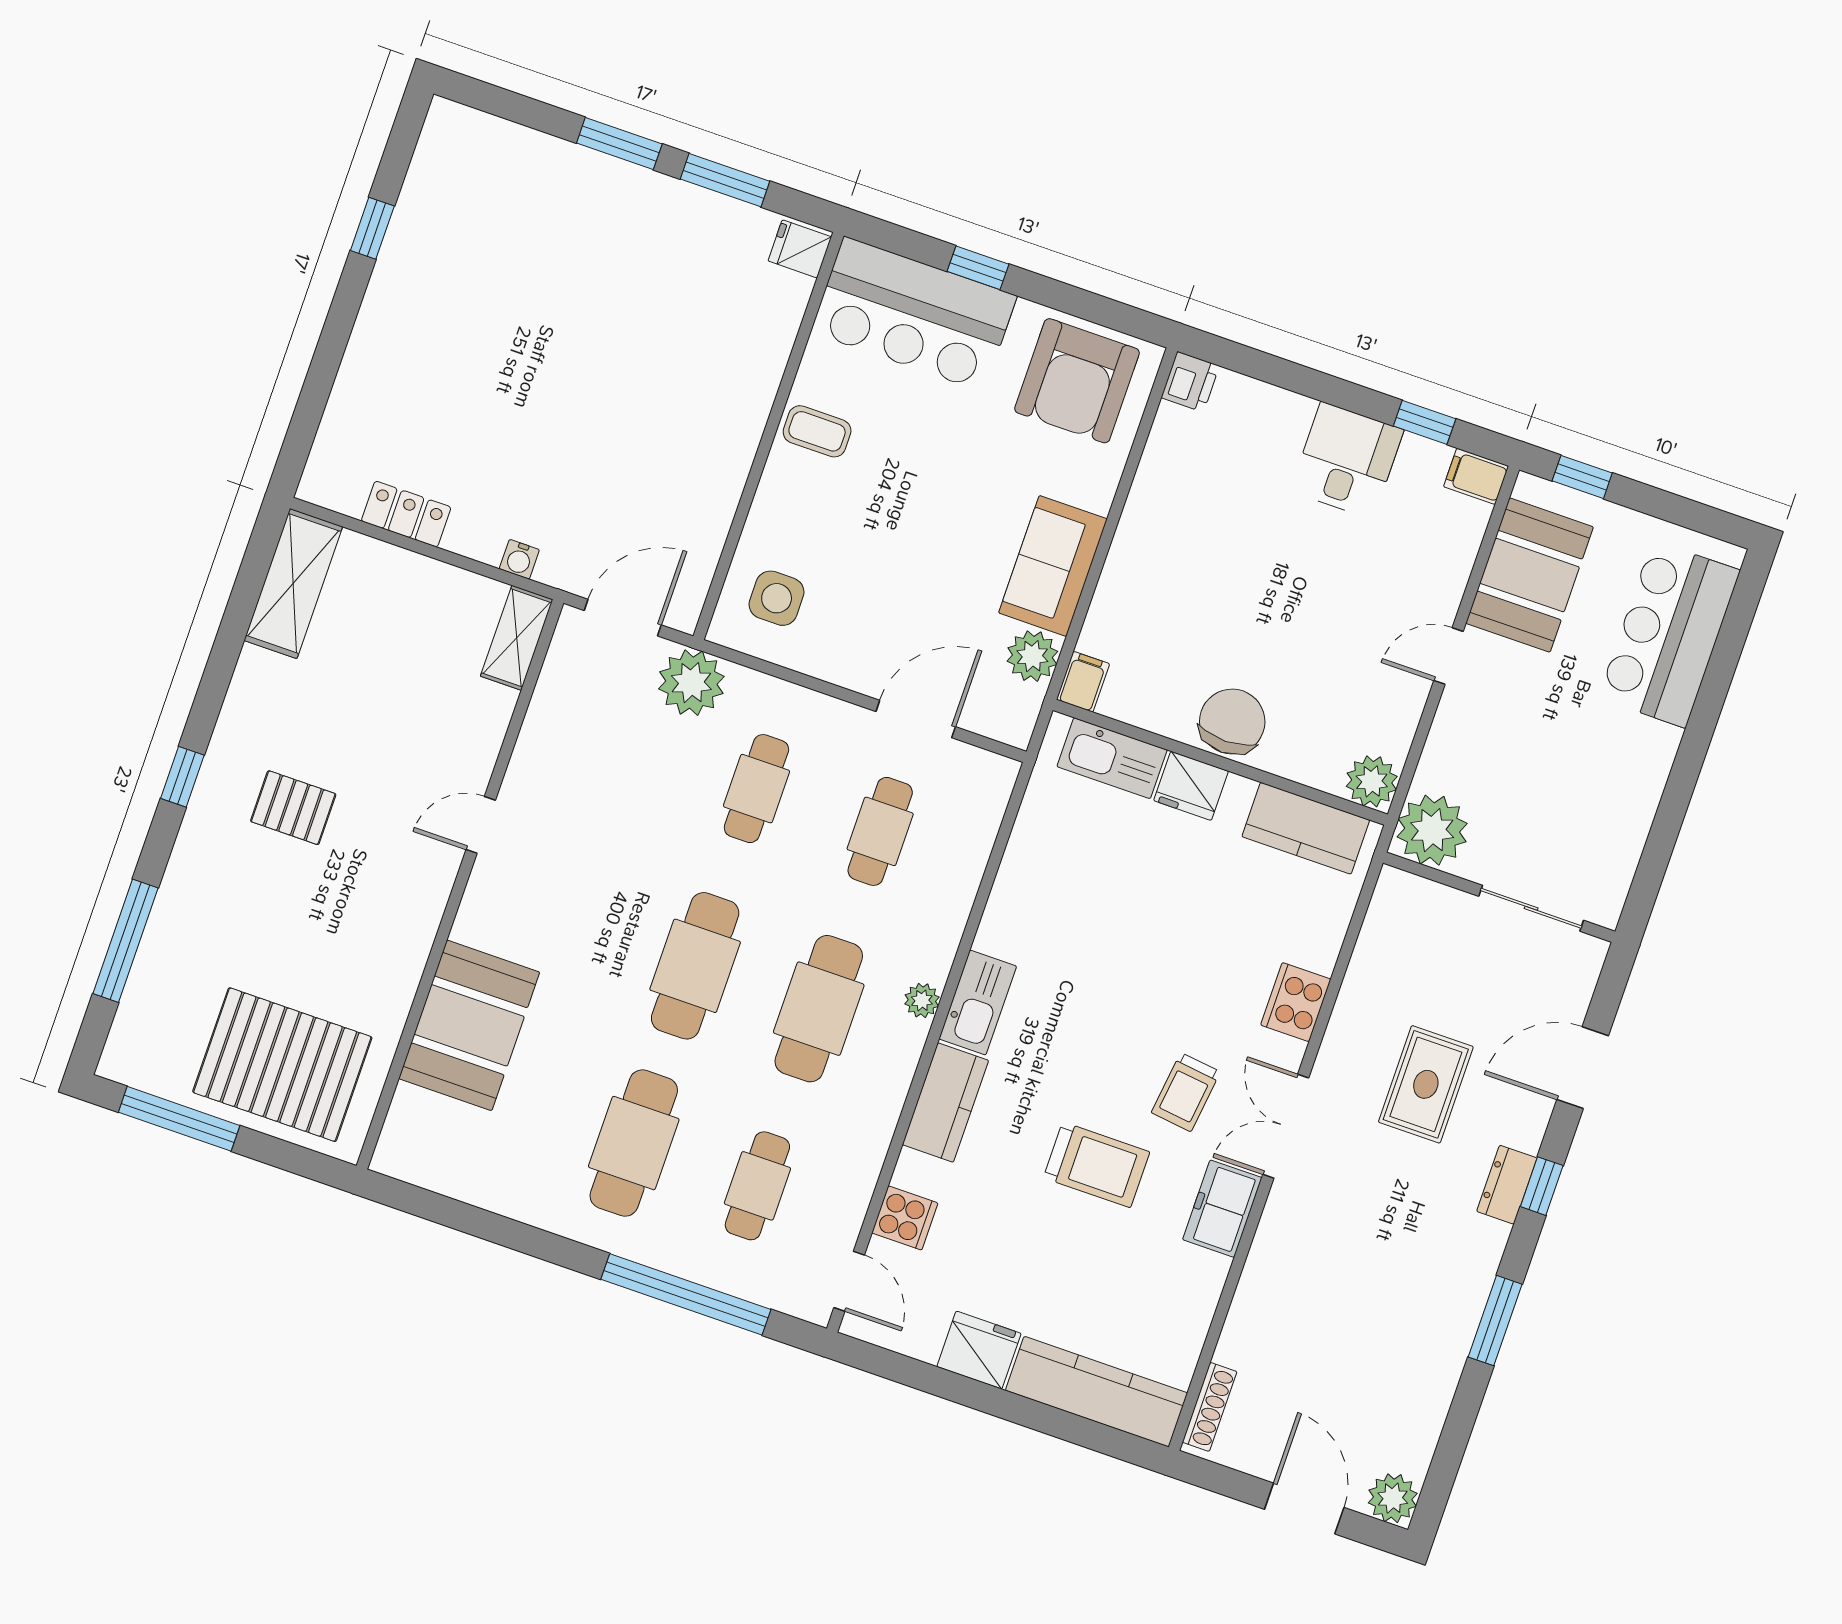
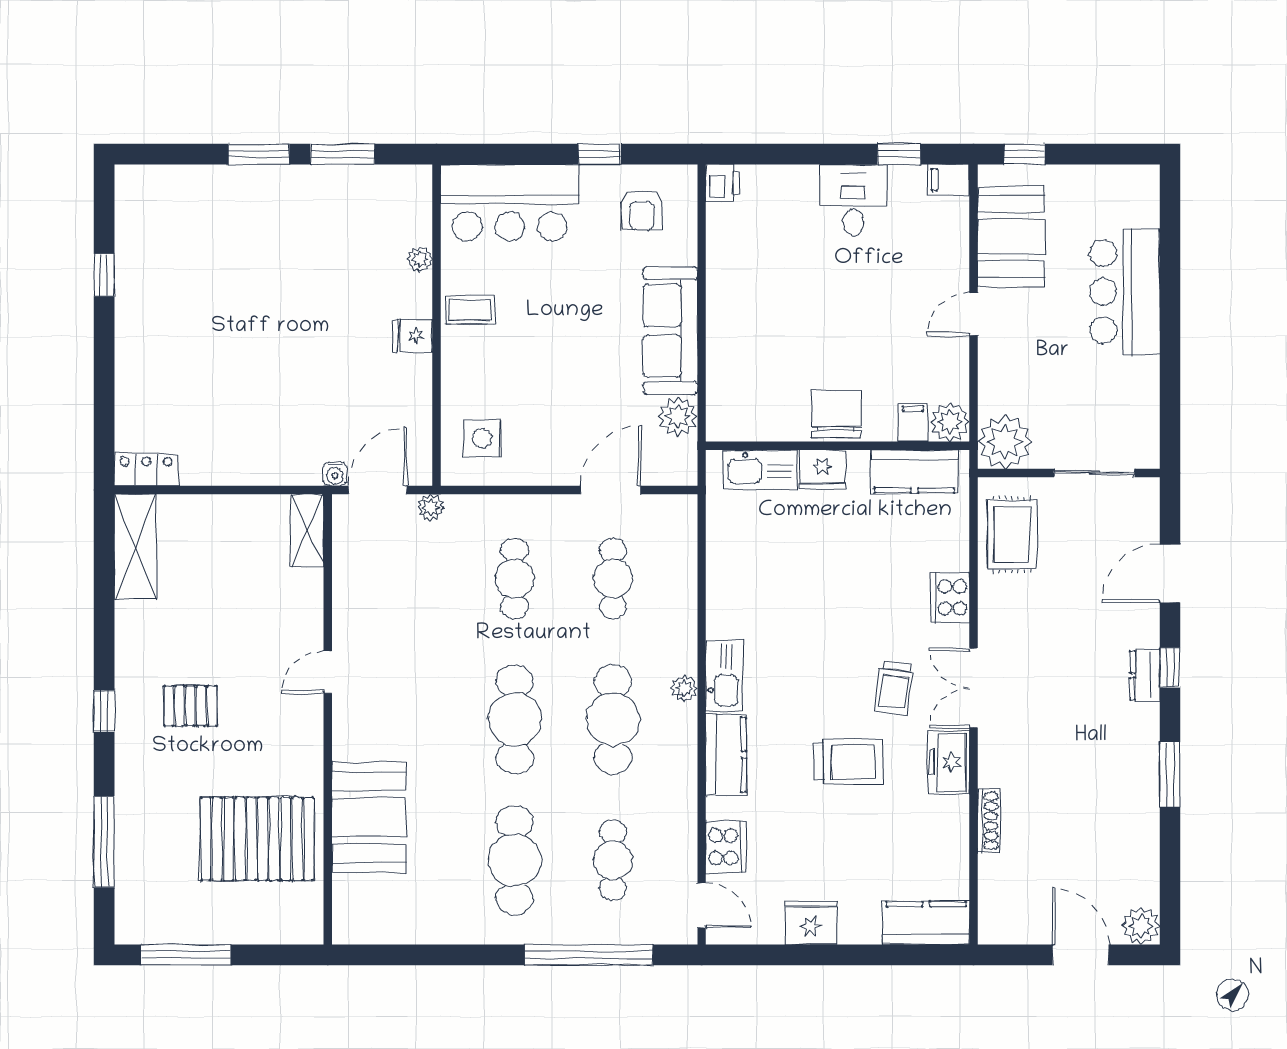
fridge: (800, 249) -> (413, 336), moved
window: (978, 268) -> (600, 154), moved
plant: (776, 346) -> (420, 259), added
armchair: (1077, 381) -> (642, 210), width x0.53, depth x0.53
locker: (406, 514) -> (146, 470), moved
water cooler: (519, 559) -> (335, 474), moved
sofa: (1053, 566) -> (670, 331), width x1.36
bar counter: (1669, 634) -> (1125, 292), moved
filing cabinet: (1083, 682) -> (913, 422), moved
plant: (691, 683) -> (431, 507), width x0.53, depth x0.53
pallet: (282, 1065) -> (257, 839), moved
rug: (1426, 1084) -> (1012, 534), moved
cooker: (905, 1218) -> (726, 847), width x1.36
kitchen counter: (1096, 1392) -> (926, 923), width x0.67
shoe rack: (1210, 1407) -> (988, 821), moved

